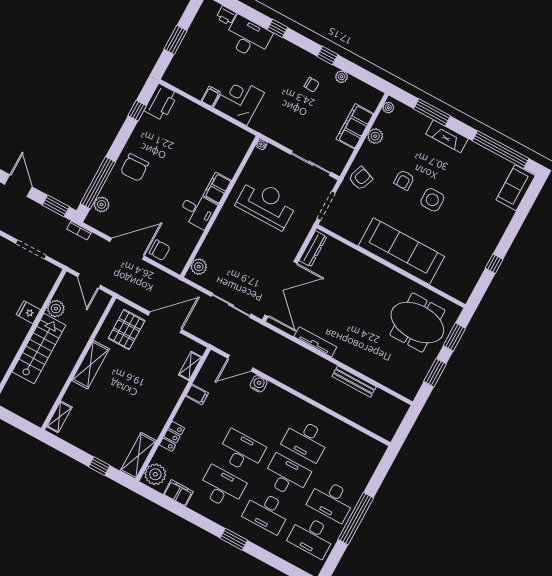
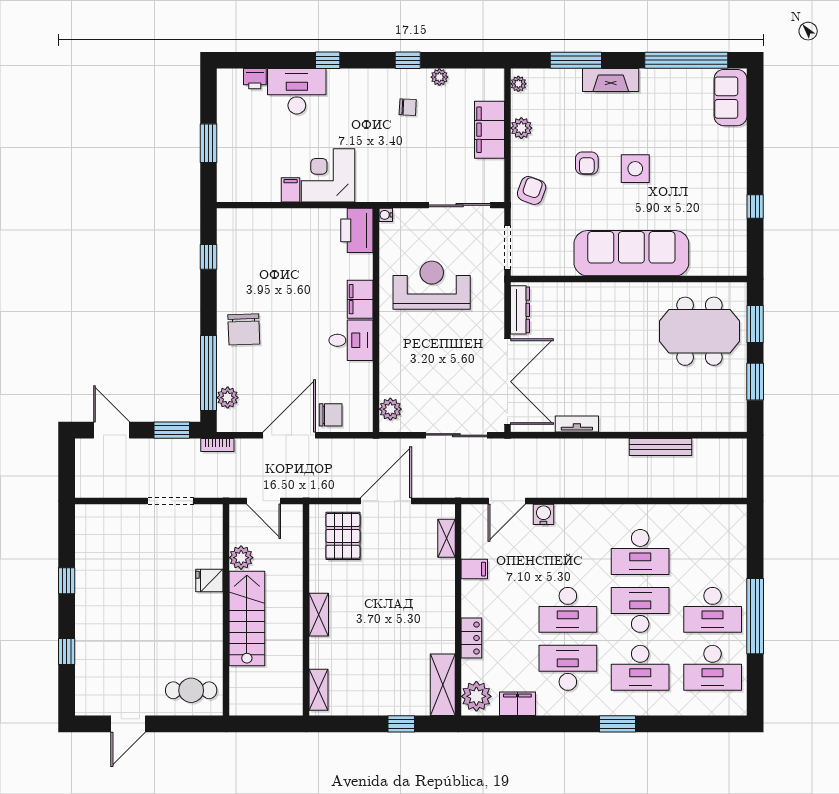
printer: (161, 102) -> (357, 230), moved, turned 180
tv unit: (315, 342) -> (577, 424), width x0.71
shelving: (91, 365) -> (319, 615), width x0.67, depth x0.75
desk: (241, 451) -> (568, 610), turned 180

